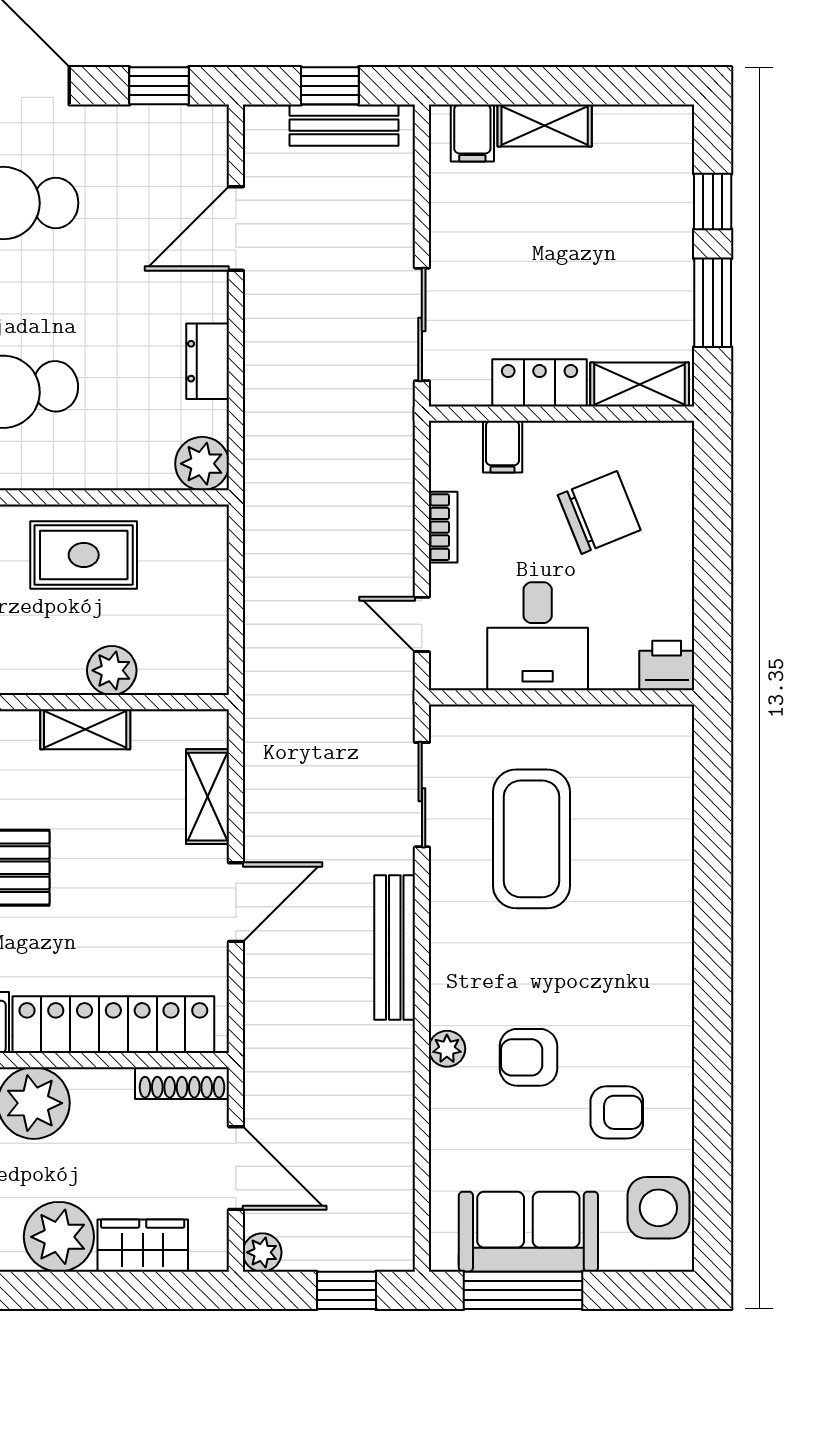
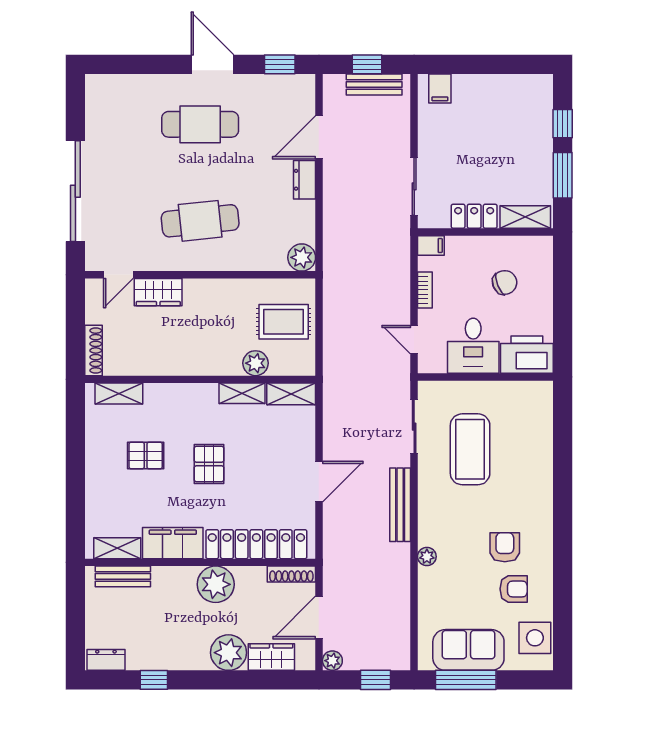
shelving: (545, 126) -> (477, 85), removed
dresser: (208, 361) -> (305, 180), moved
filing cabinet: (503, 447) -> (431, 246), moved, turned -90
chair: (599, 512) -> (505, 282), width x0.73, depth x0.73
rug: (84, 555) -> (284, 322), moved
printer: (667, 666) -> (527, 355), width x1.87, depth x1.48
shelving: (208, 797) -> (291, 394), moved, turned 90
armchair: (528, 1057) -> (505, 547), moved, turned 90
door: (236, 1168) -> (319, 617), swing flipped

